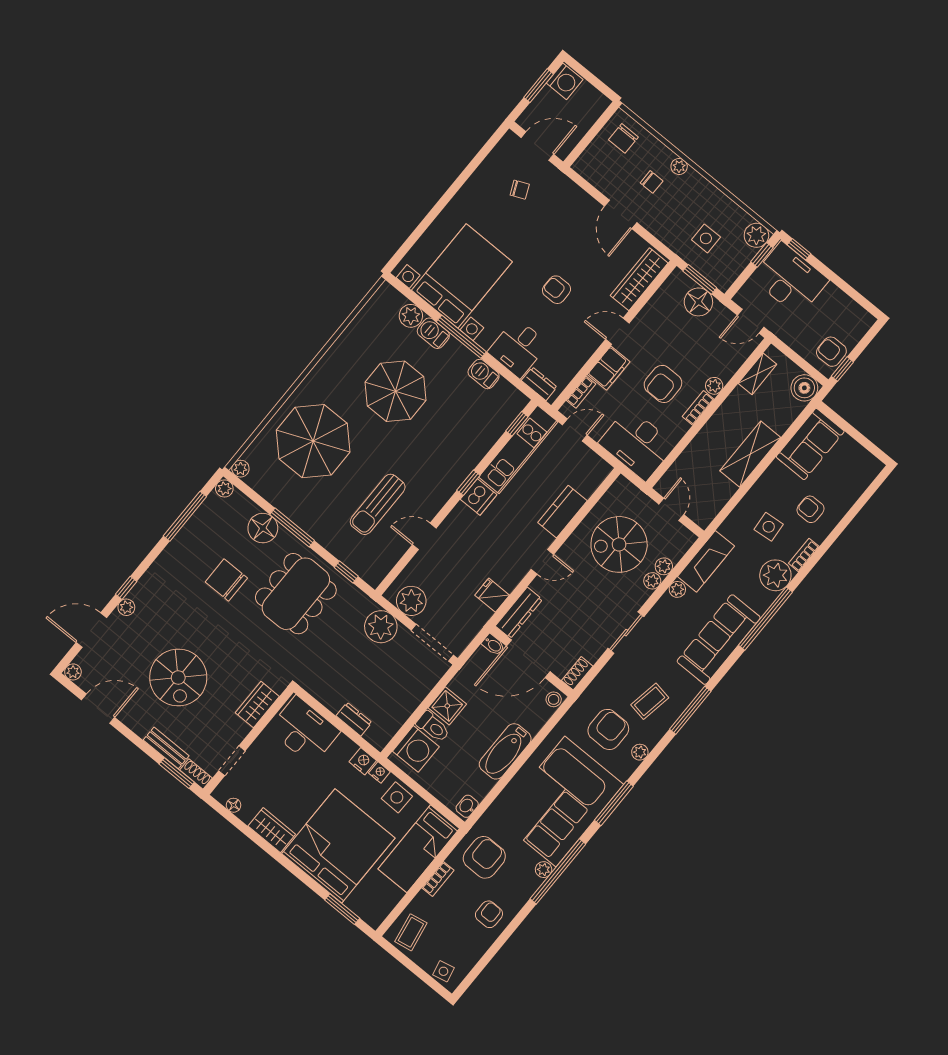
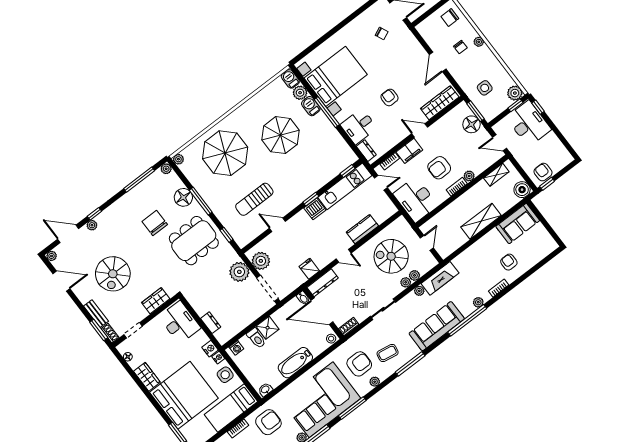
barbecue: (484, 374) -> (290, 79), moved
side table: (769, 527) -> (482, 267), removed
plant: (775, 575) -> (478, 302), width x0.53, depth x0.53
washing machine: (416, 749) -> (236, 348), width x0.53, depth x0.53

